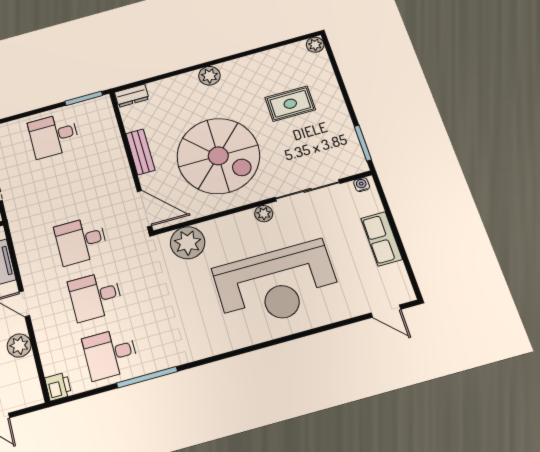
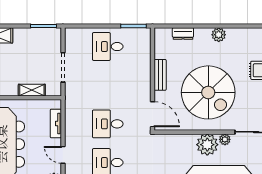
dresser: (132, 96) -> (183, 34), moved
plant: (188, 243) -> (207, 145), moved

